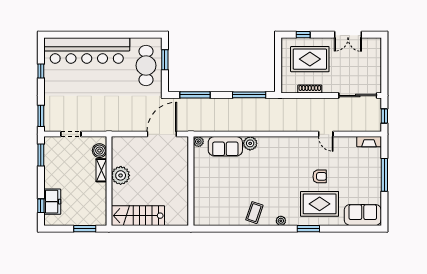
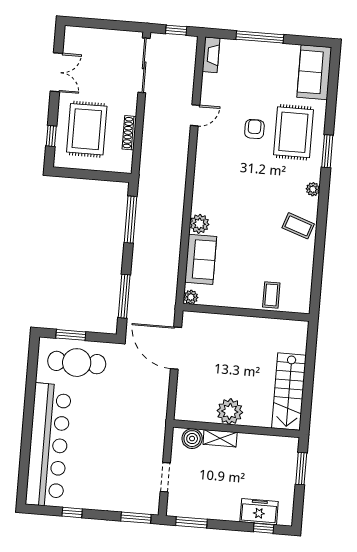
coffee table: (204, 198) -> (271, 295), added

